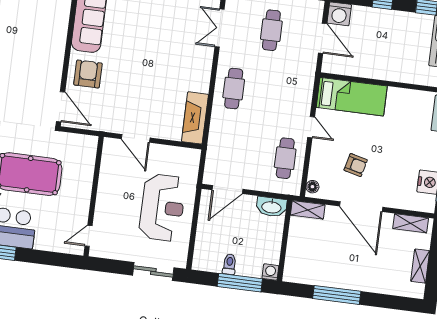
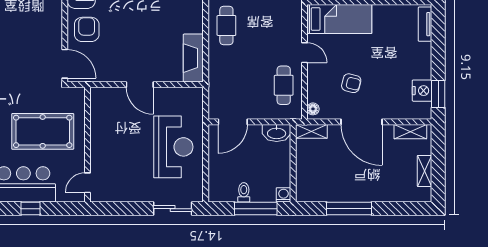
wall: (94, 196) -> (87, 145), moved
door: (89, 236) -> (87, 183), moved

